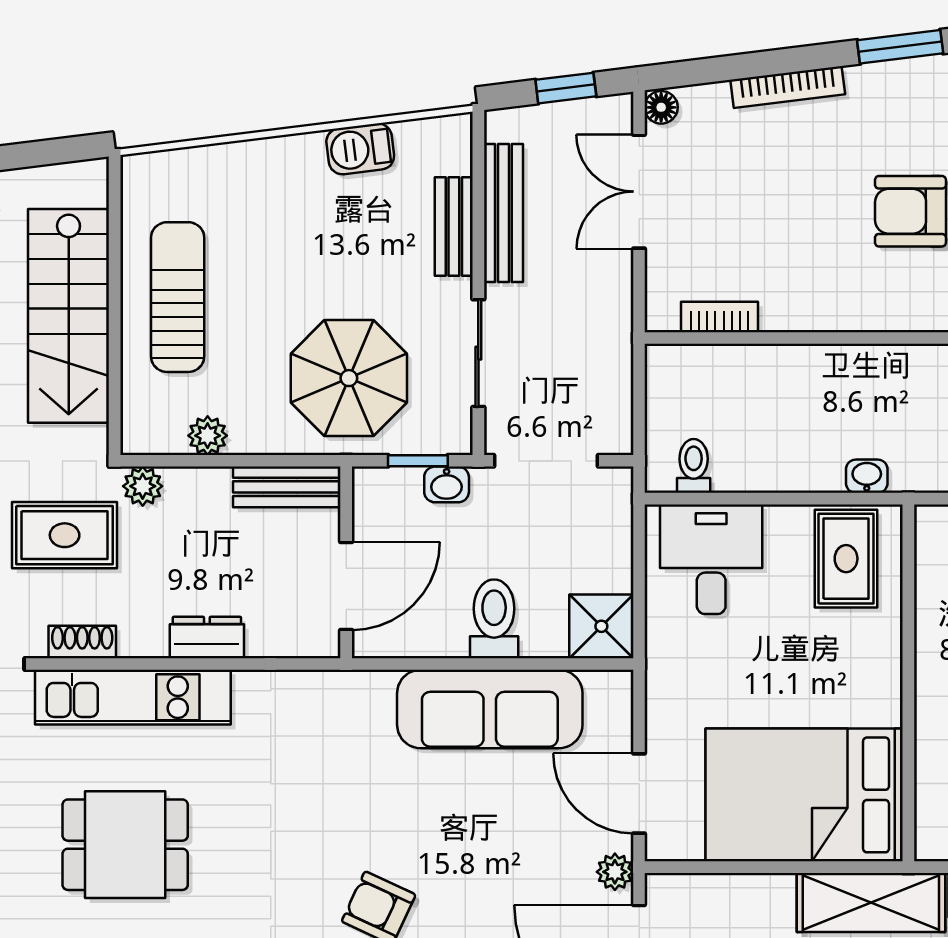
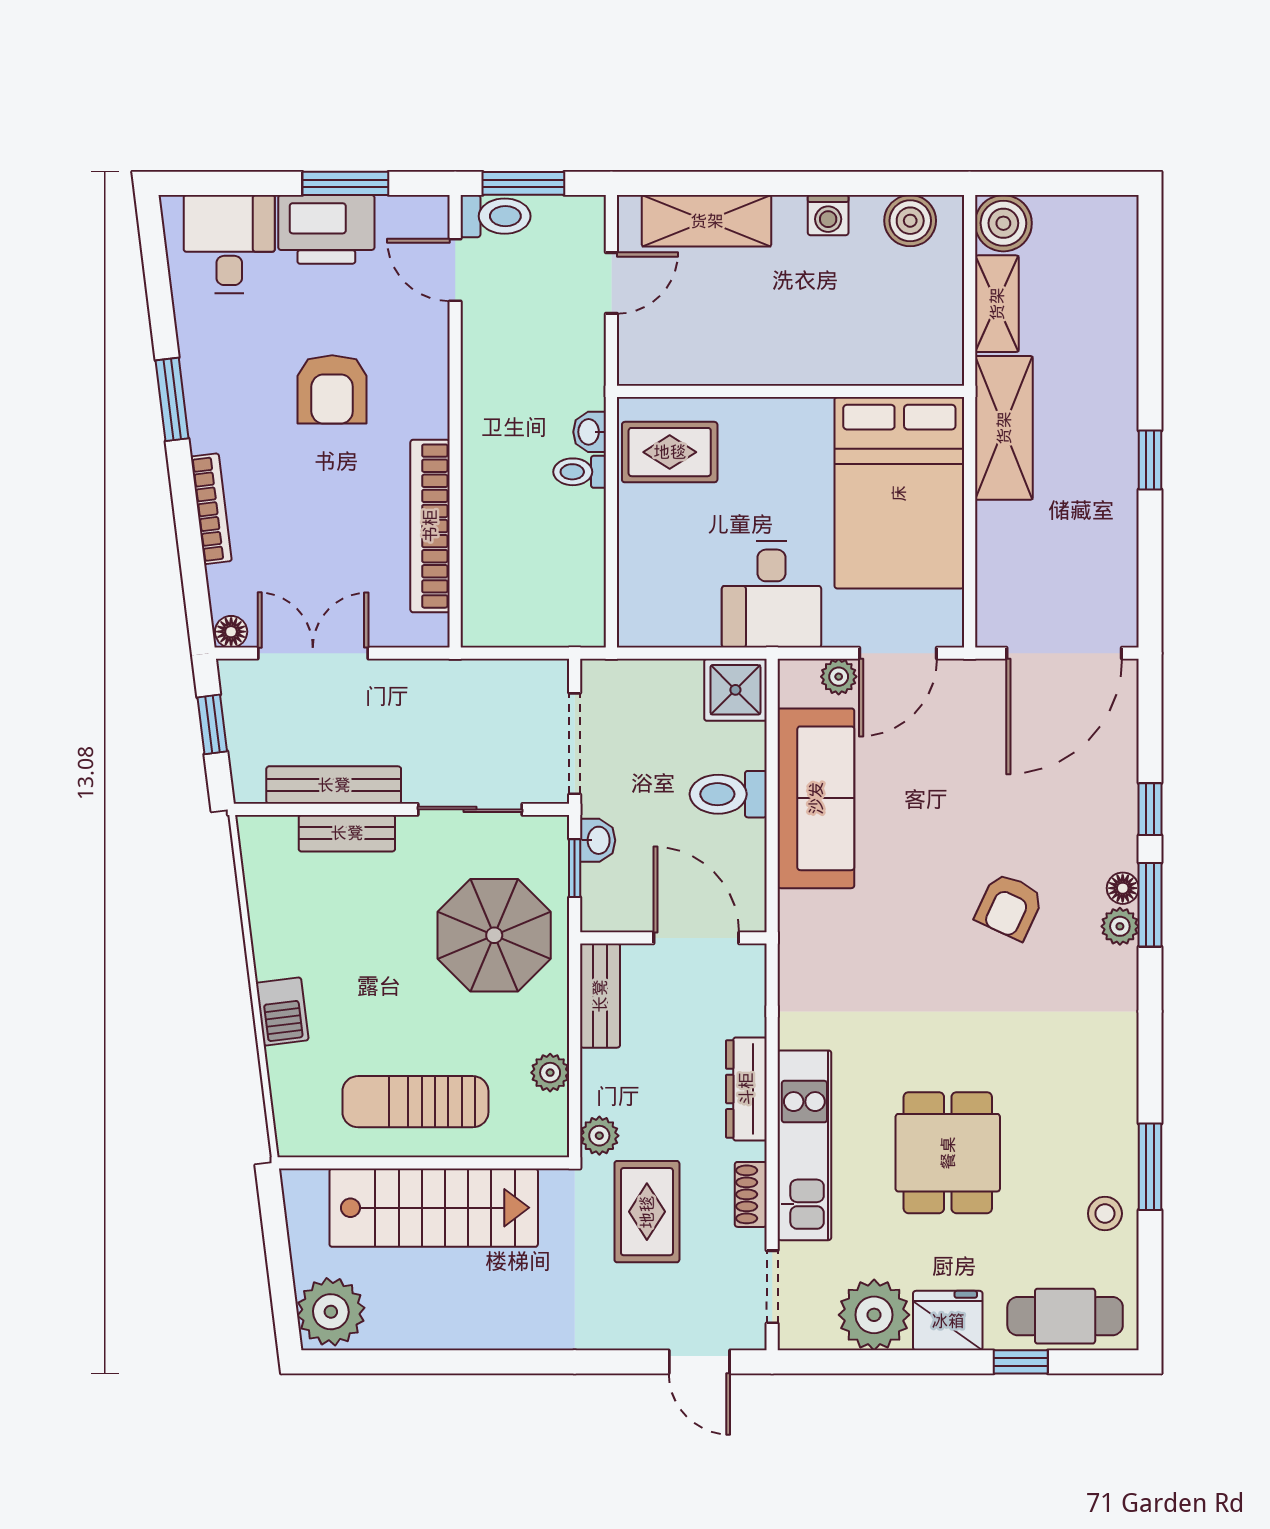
barbecue: (360, 149) -> (282, 1011), moved
double door: (639, 192) -> (313, 653), swing flipped
bookcase: (719, 317) -> (430, 526), width x2.31, depth x1.31
toilet: (694, 466) -> (580, 472), moved
desk: (711, 559) -> (772, 594), moved, turned -90
dresser: (207, 638) -> (746, 1089), width x1.44
plant: (615, 872) -> (839, 677), moved

